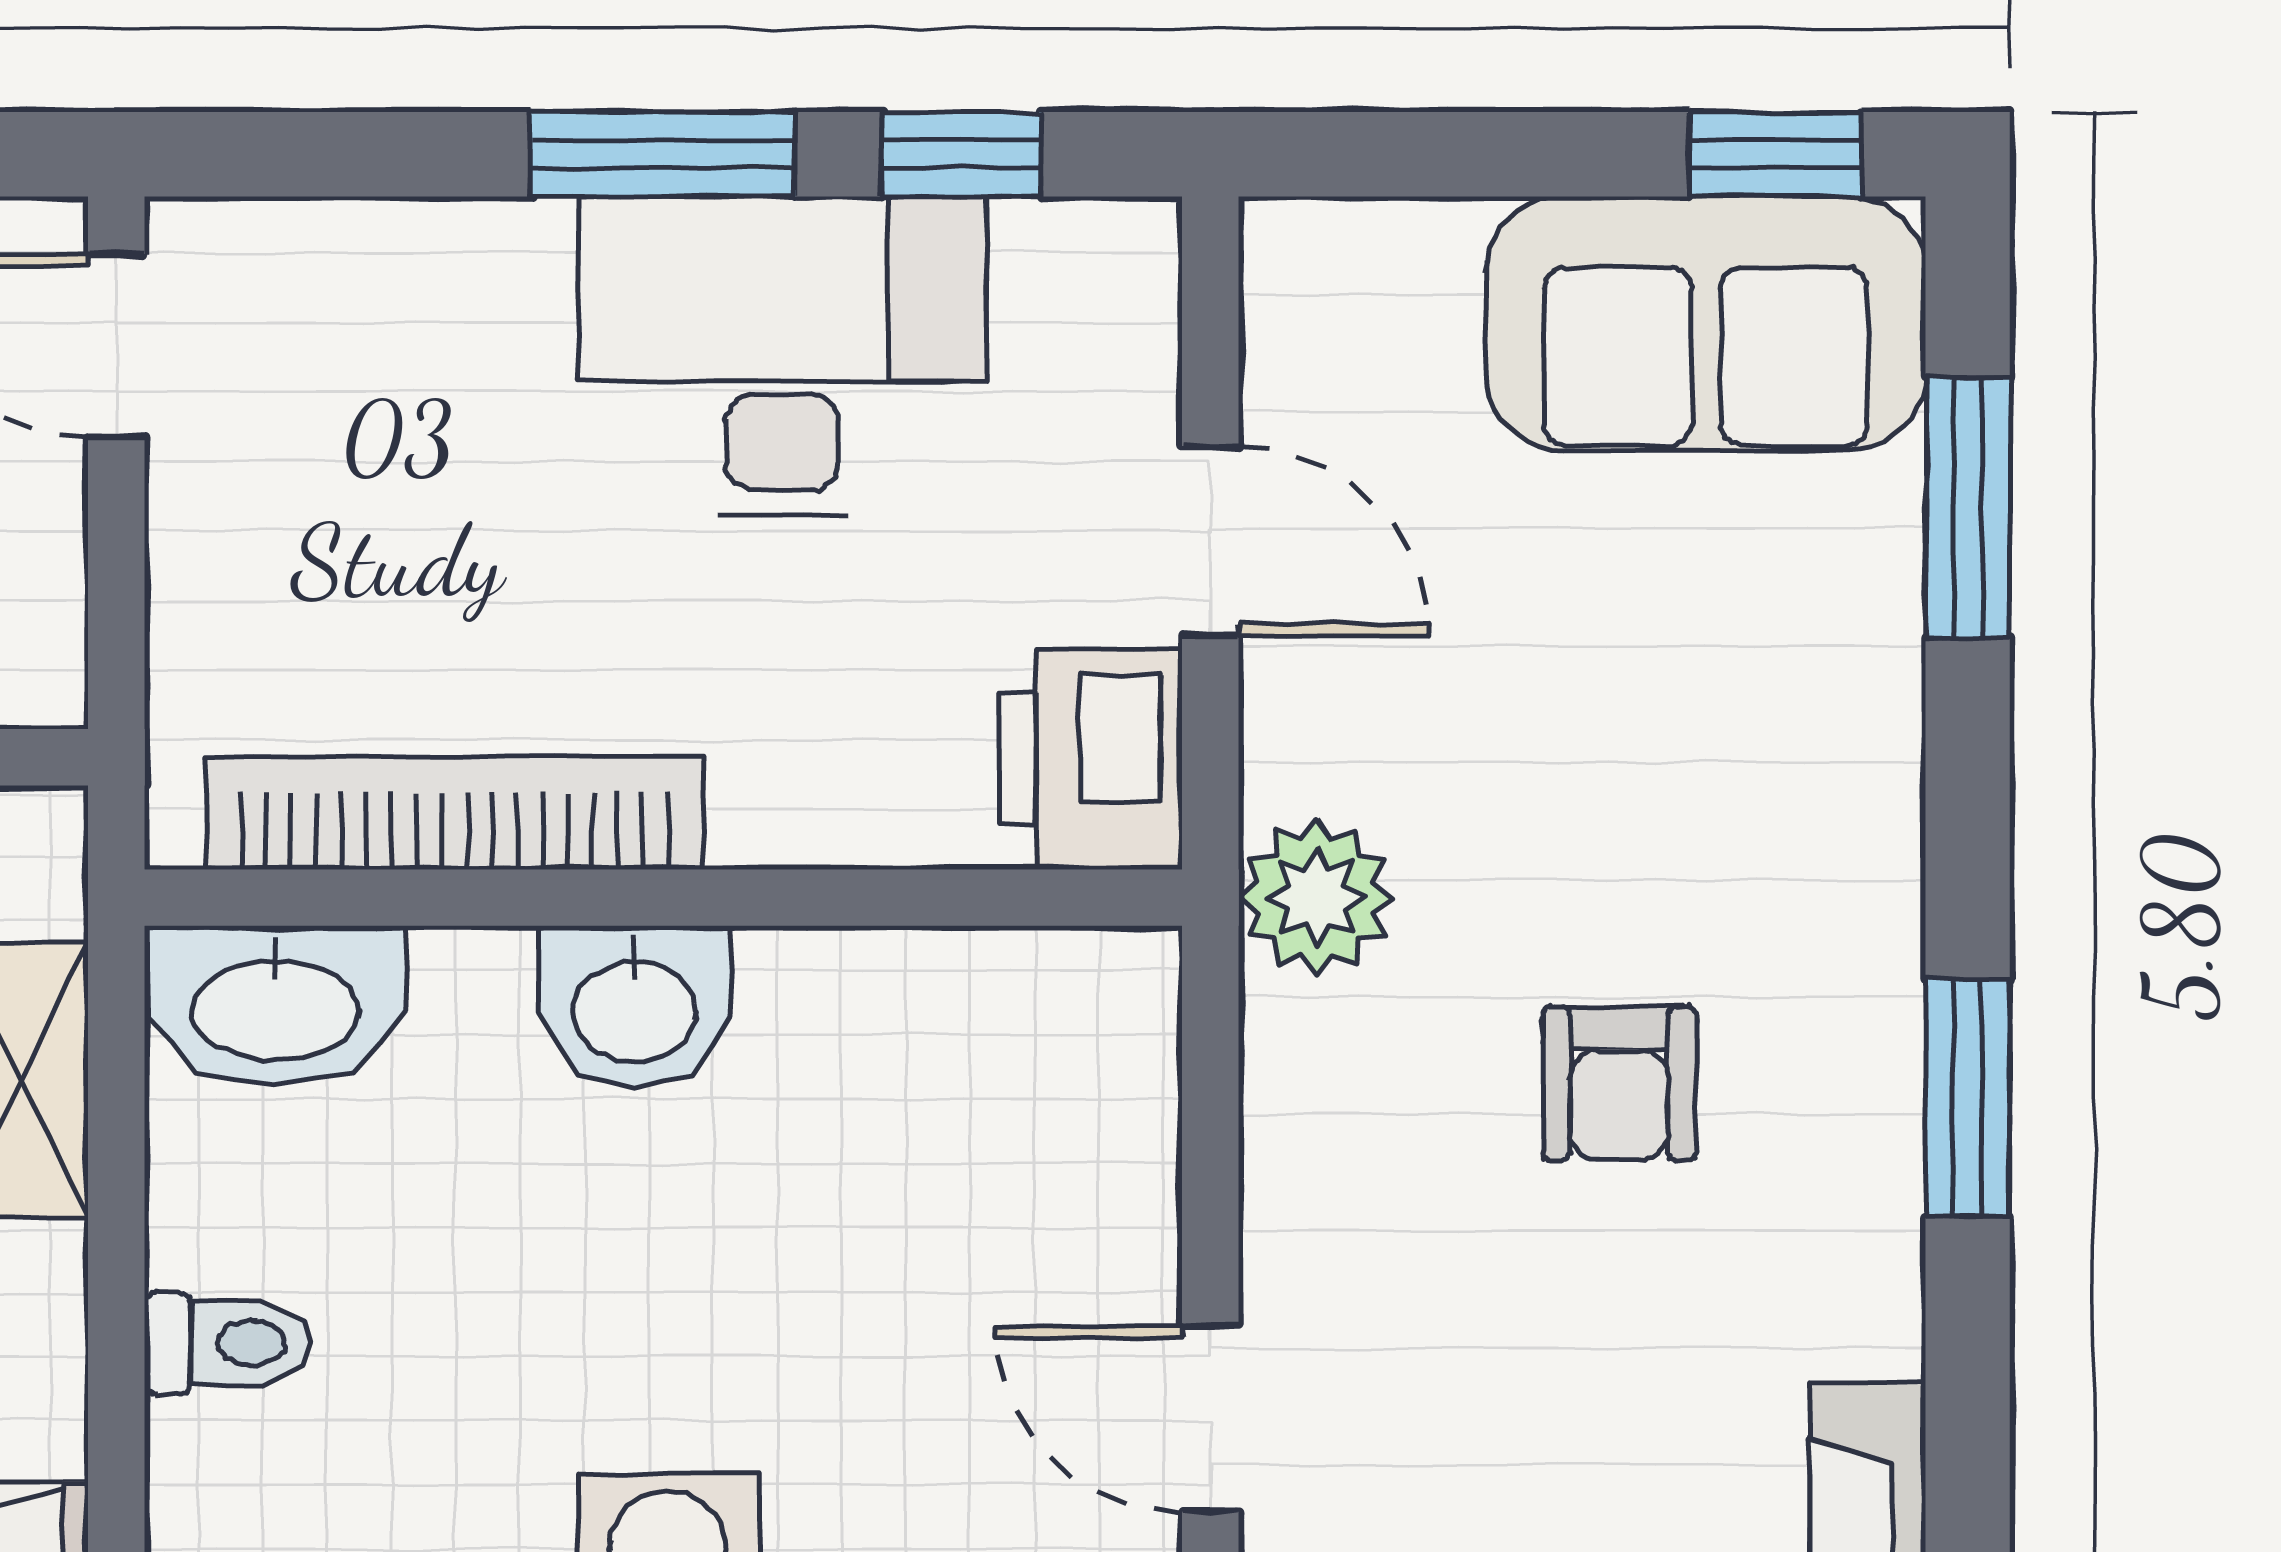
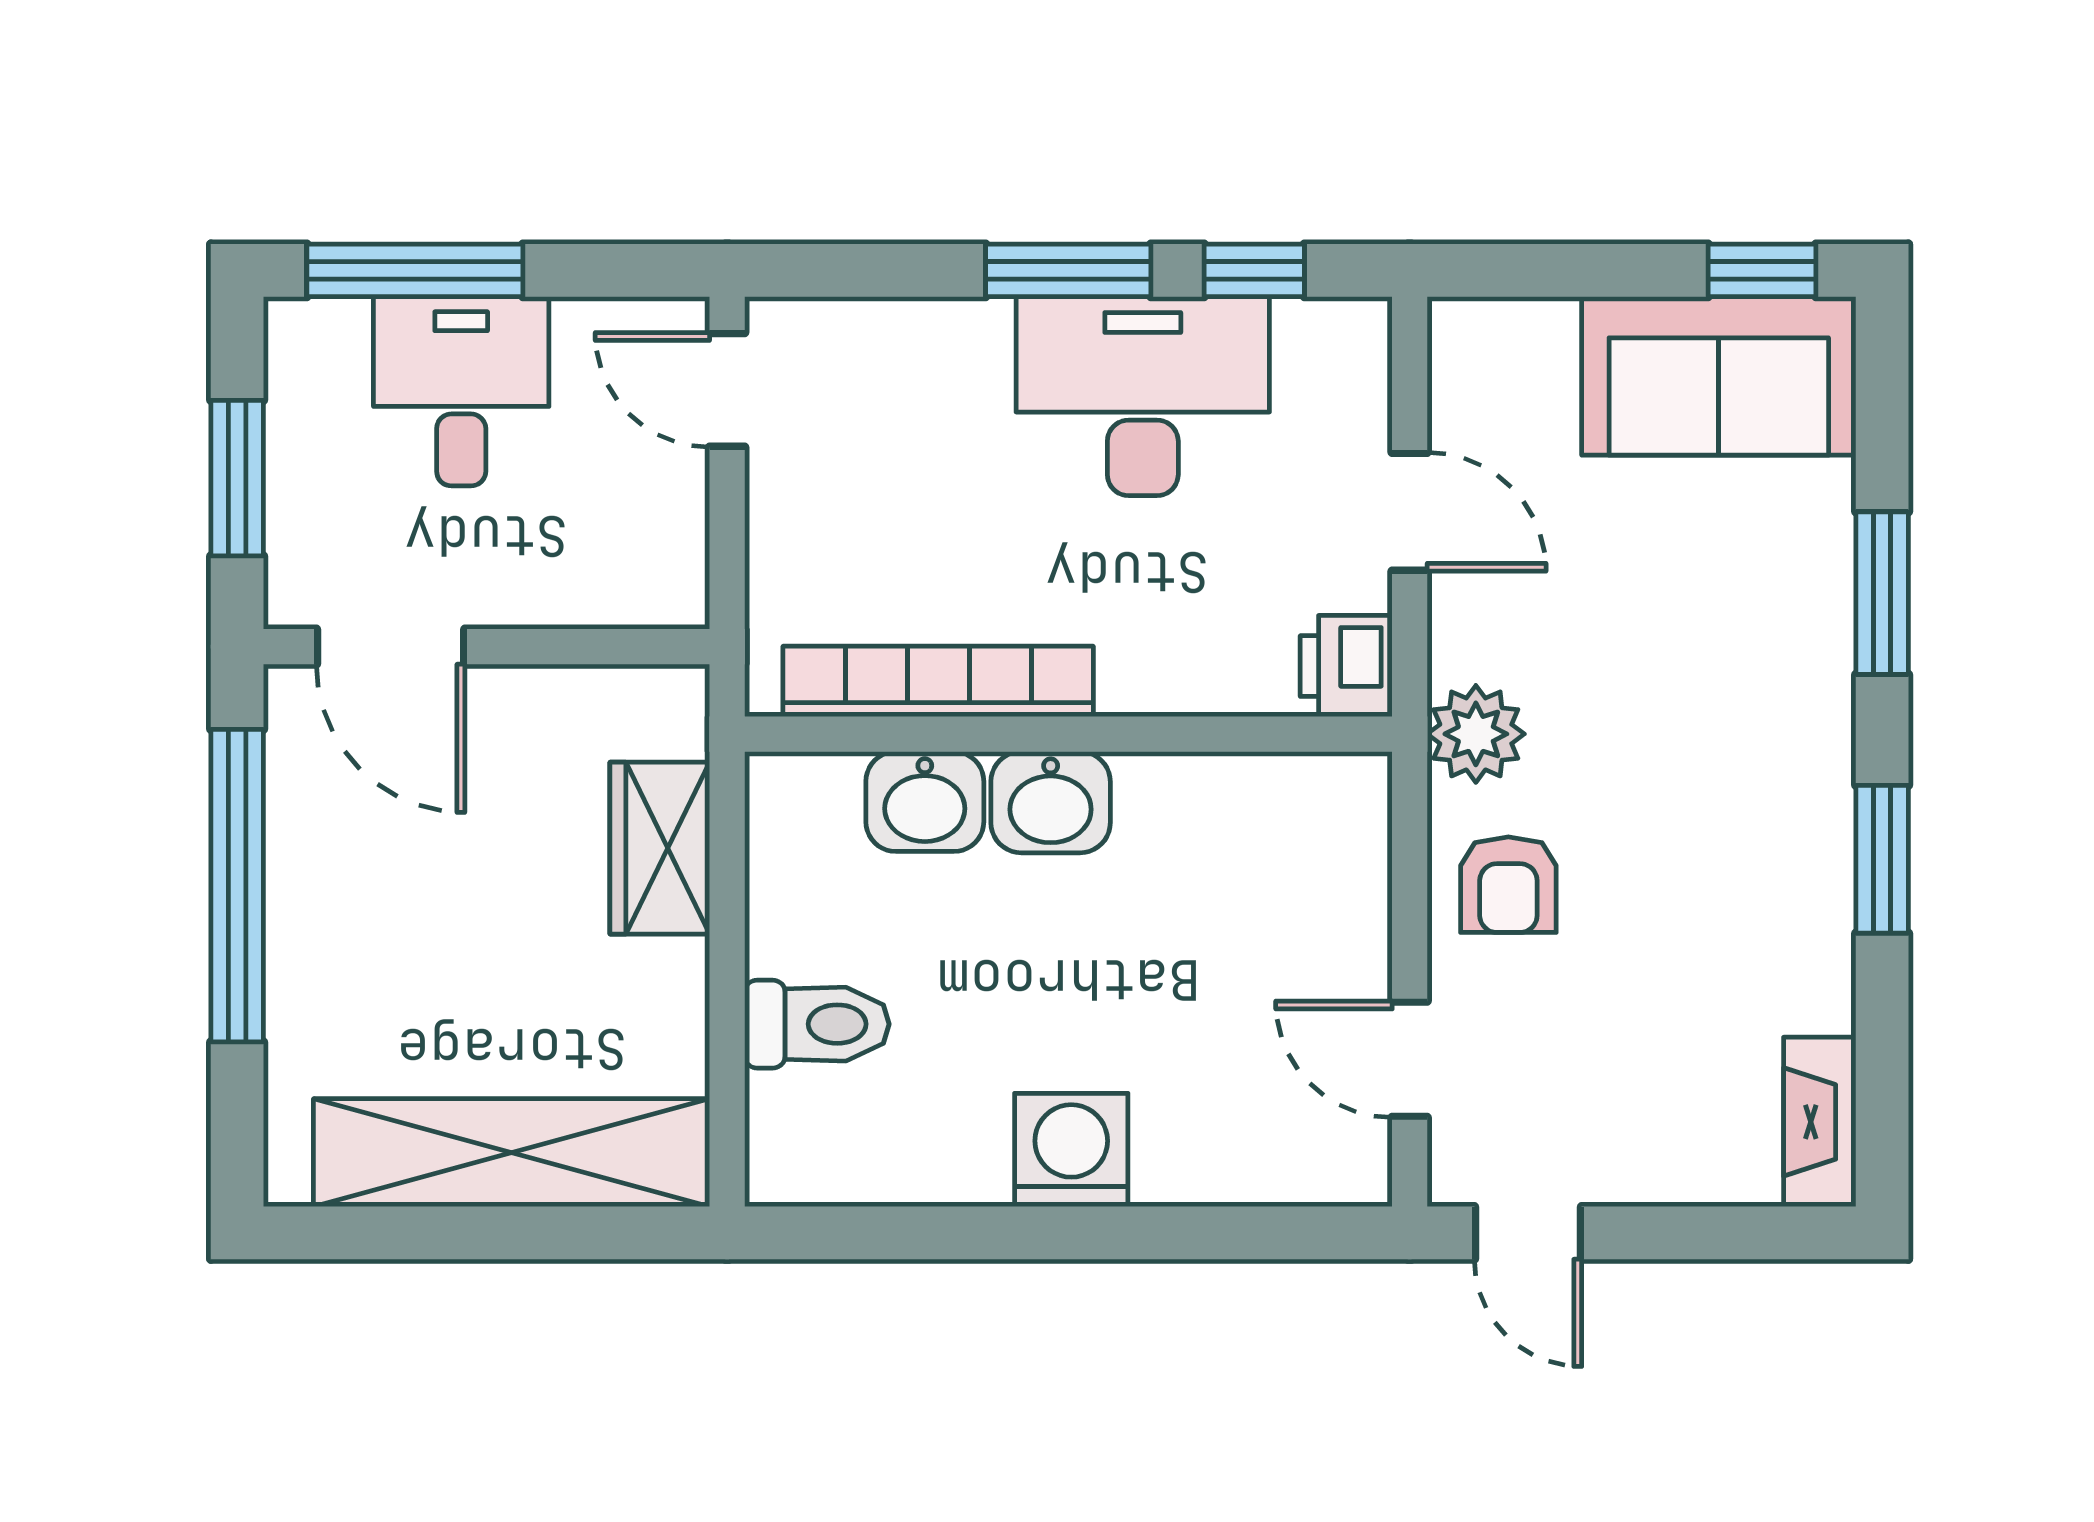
window: (1968, 507) -> (1882, 593), moved
printer: (1091, 759) -> (1346, 666), width x0.73, depth x0.81
washbasin: (275, 1006) -> (925, 802), moved, width x0.72
armchair: (1619, 1084) -> (1508, 885), moved
toilet: (228, 1343) -> (817, 1024), width x1.37, depth x1.39

